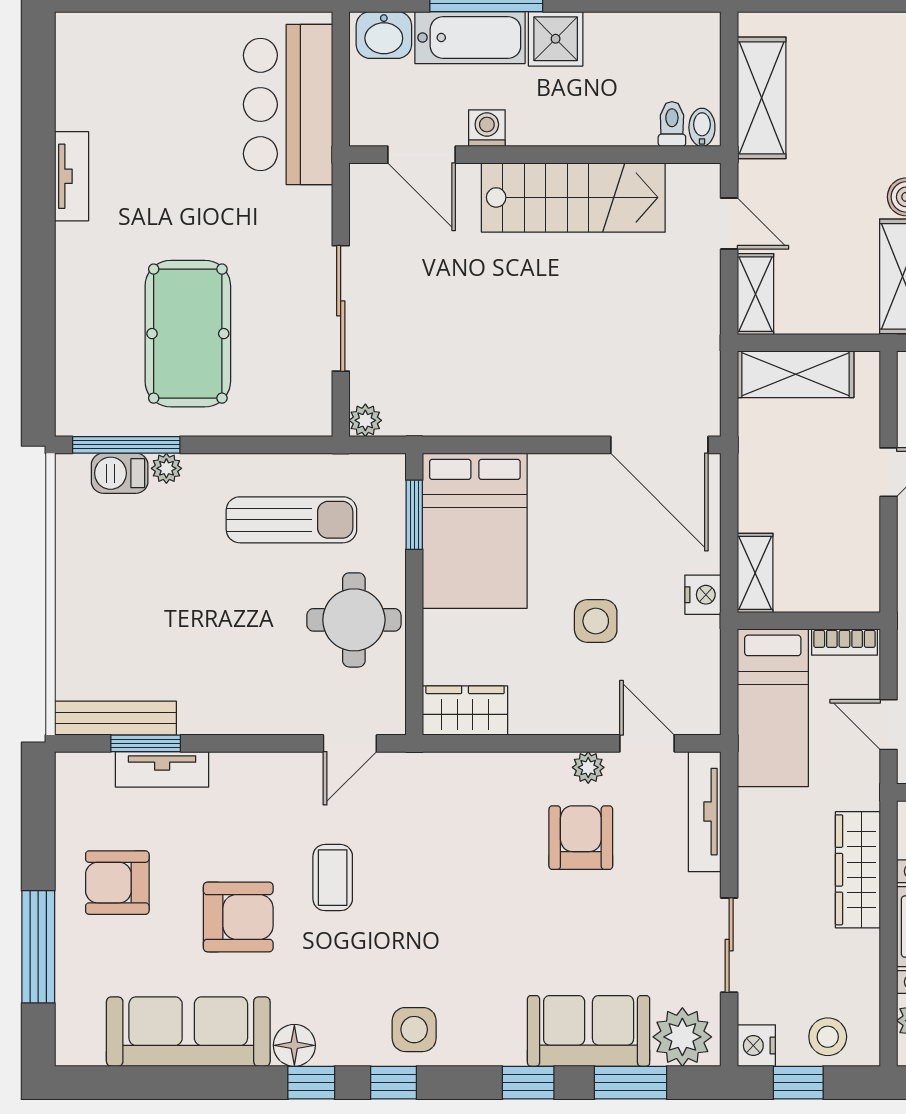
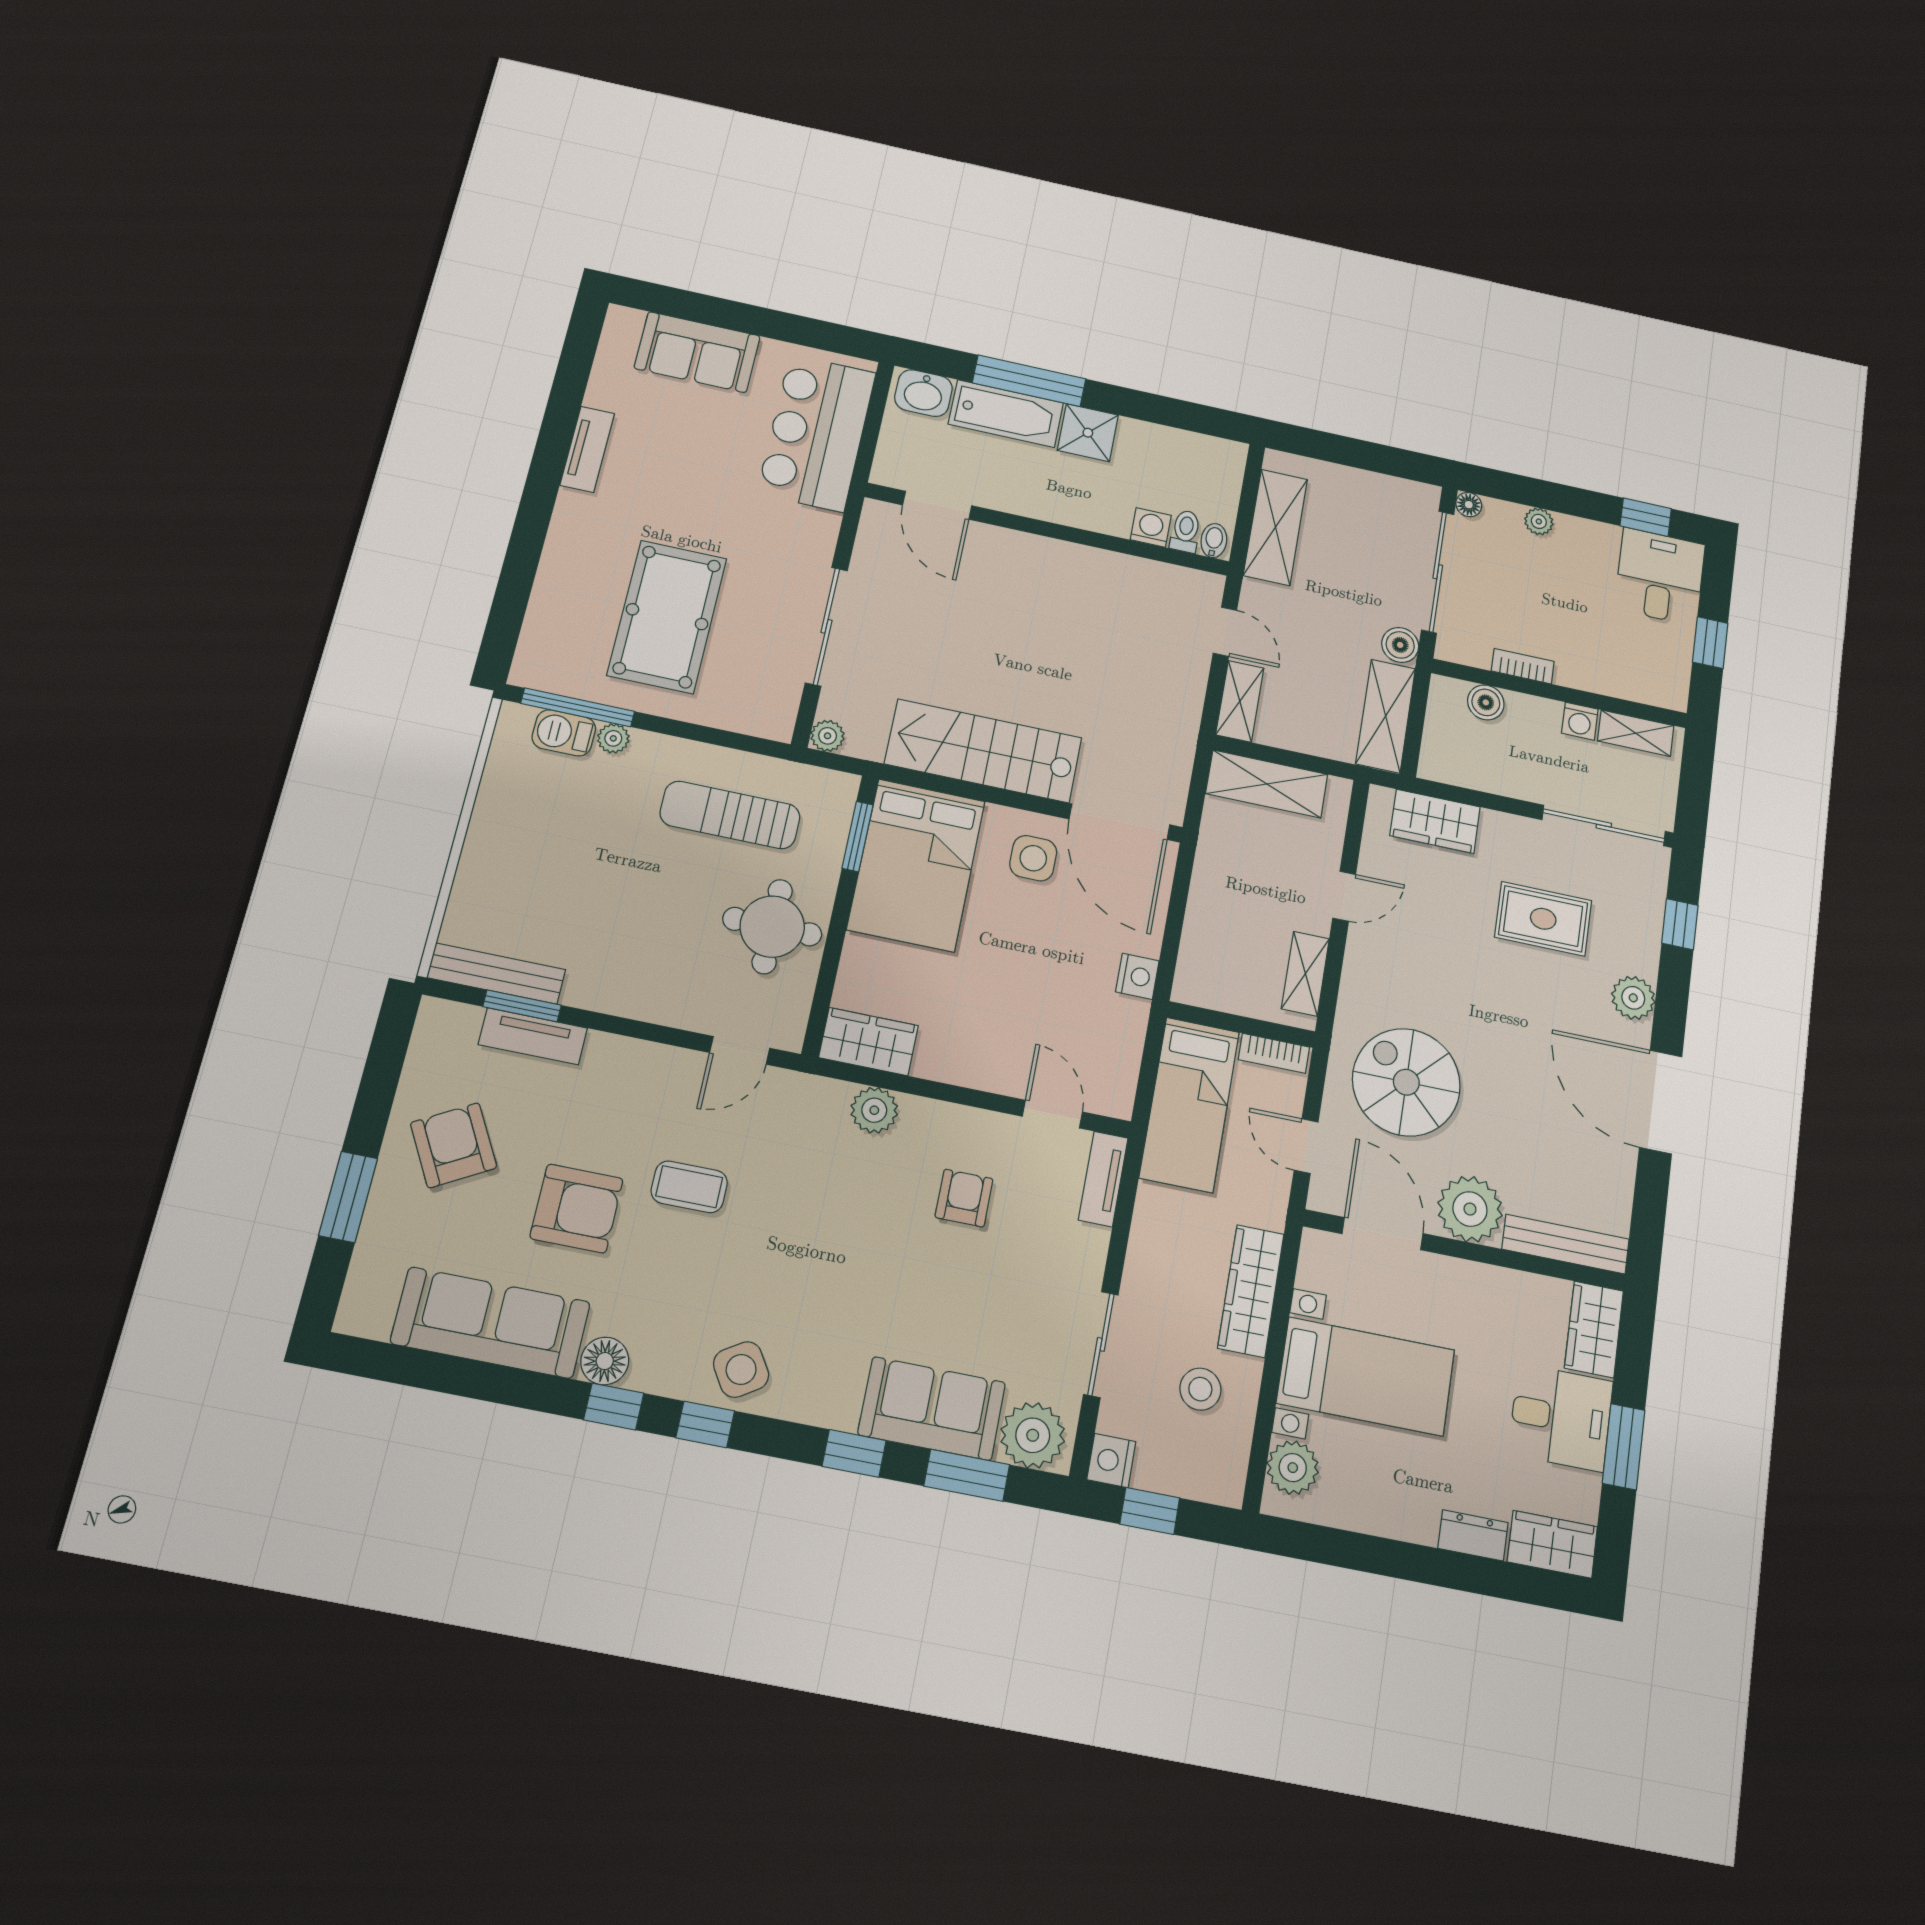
sofa: (153, 45) -> (697, 352), added
washing machine: (487, 128) -> (1151, 527), moved
stairs: (573, 197) -> (983, 751), moved, turned 180
sun lounger: (291, 520) -> (730, 815), turned 180
shelving: (755, 573) -> (1305, 974), moved
side table: (596, 621) -> (1033, 858), moved
plant: (588, 767) -> (874, 1110), moved, width x1.38, depth x1.38
tv unit: (705, 812) -> (1103, 1179), width x0.71
armchair: (581, 838) -> (964, 1198), width x0.72, depth x0.72
coffee table: (333, 878) -> (689, 1187), turned 90
armchair: (117, 883) -> (454, 1145), turned 61
window: (38, 947) -> (348, 1197), width x0.69
side table: (414, 1030) -> (741, 1369), turned -32
stool: (828, 1037) -> (1200, 1389), moved

